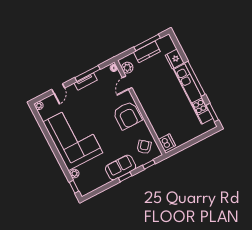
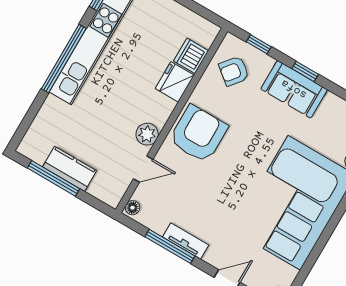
fridge: (175, 59) -> (175, 82), moved, turned 180
plant: (127, 68) -> (147, 134), moved
dishwasher: (167, 142) -> (191, 56), moved

